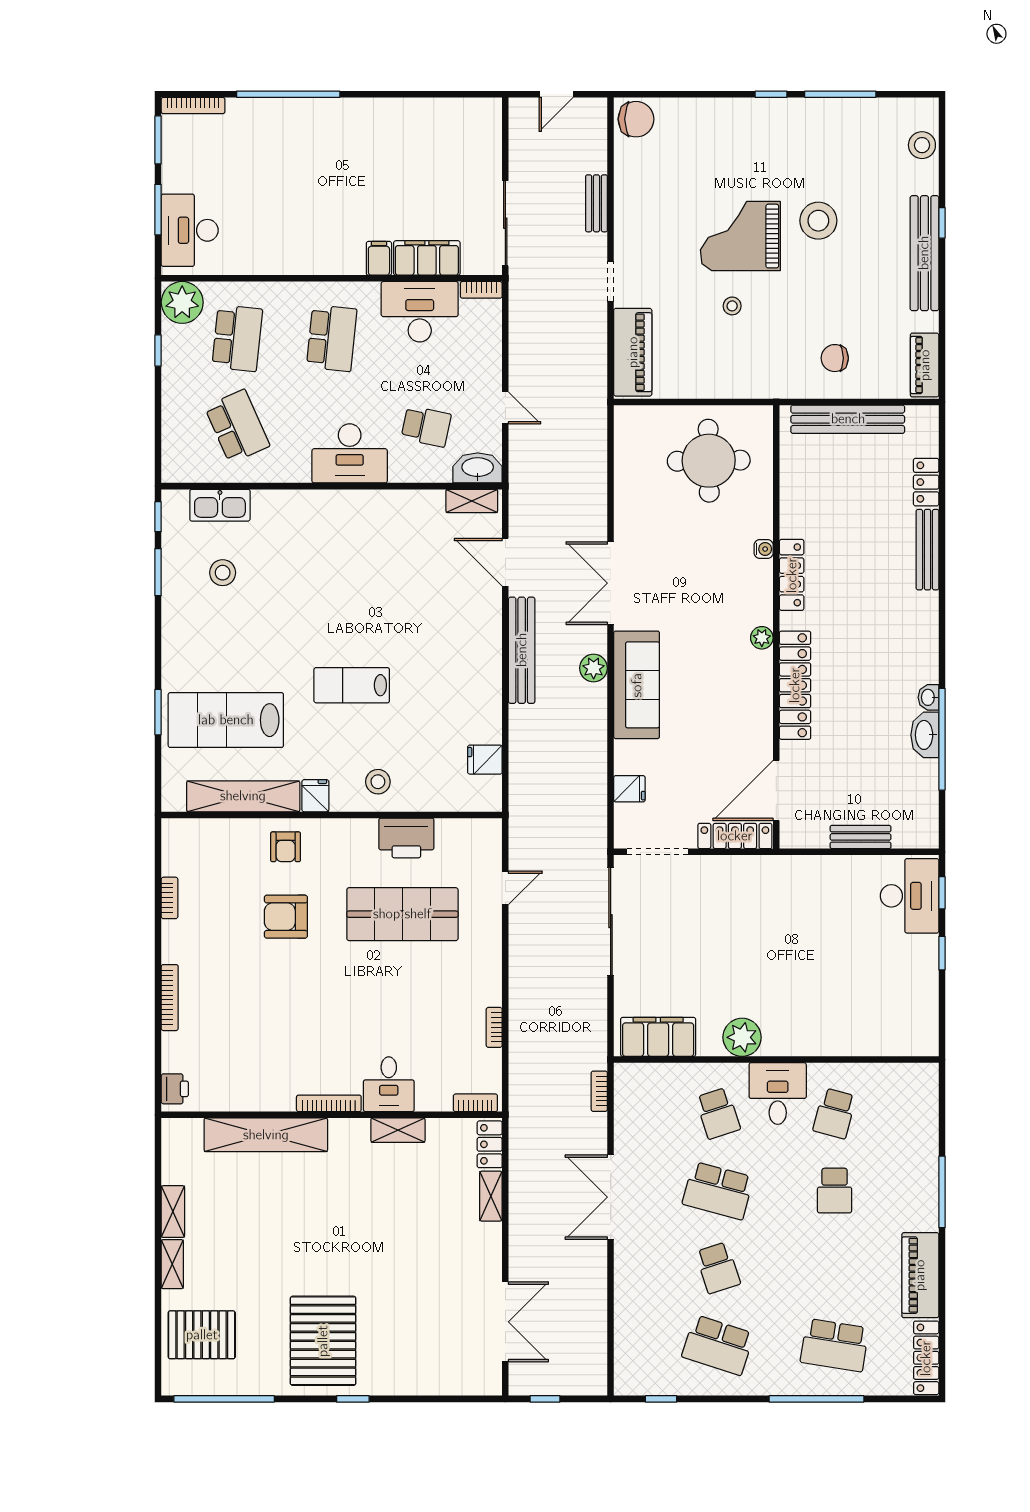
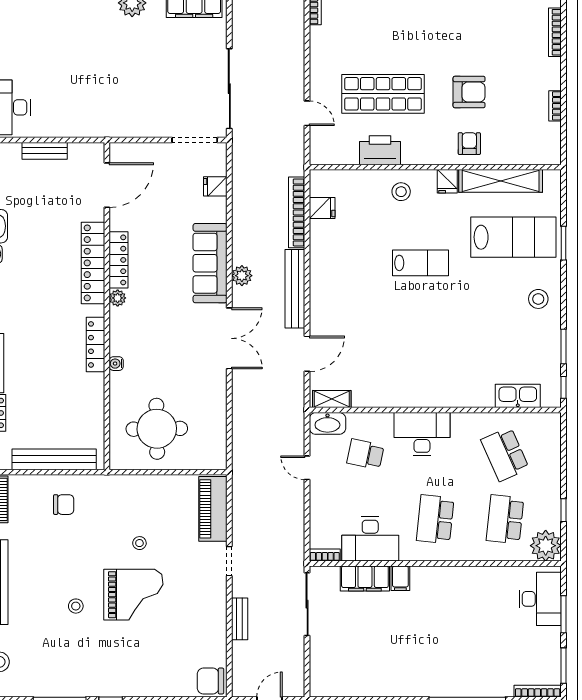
stool: (818, 221) -> (76, 606), width x0.53, depth x0.53
door: (505, 562) -> (307, 354), hinge flipped
stool: (223, 573) -> (538, 299), moved
bookcase: (519, 754) -> (297, 212), added
locker: (735, 836) -> (119, 260), moved, turned -90
door: (505, 888) -> (307, 113), swing flipped

